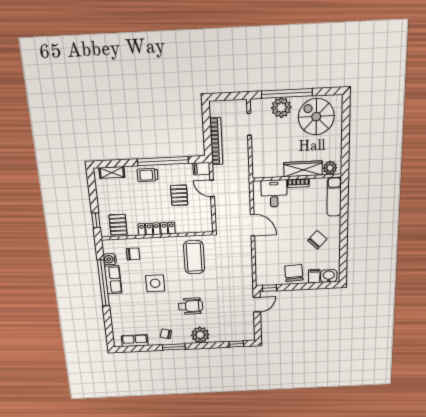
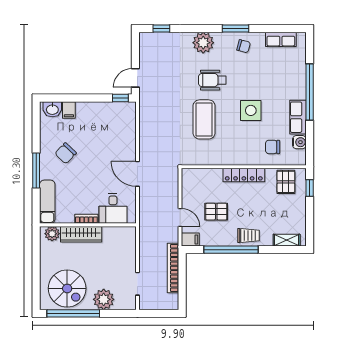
window: (287, 93) -> (73, 313), moved
pallet: (179, 195) -> (216, 212), turned 90
window: (344, 224) -> (36, 170), added
coffee table: (194, 257) -> (204, 119), moved
chair: (294, 273) -> (92, 115), removed
window: (103, 283) -> (310, 92), moved

